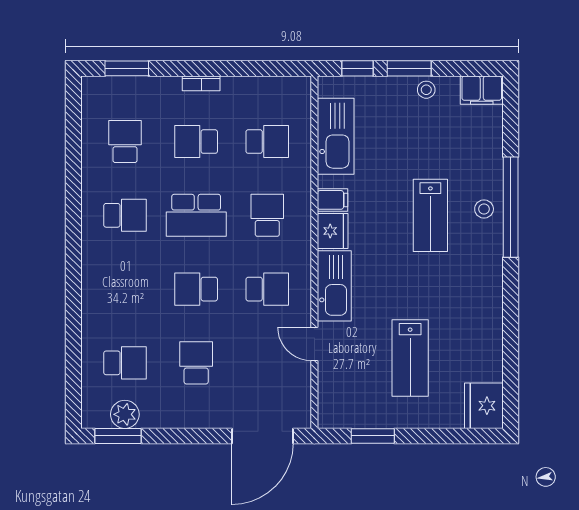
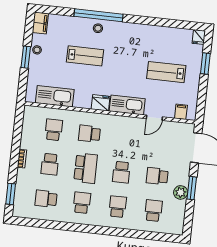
window: (357, 68) -> (23, 82), removed
filing cabinet: (333, 200) -> (181, 112), moved
lab bench: (430, 215) -> (85, 56), moved
school desk: (267, 289) -> (118, 207), moved
lab bench: (410, 358) -> (166, 72), turned 180
fridge: (484, 406) -> (199, 37), width x0.53, depth x0.75
plant: (125, 414) -> (181, 192), moved
window: (118, 436) -> (192, 188), moved
window: (373, 436) -> (205, 64), moved

